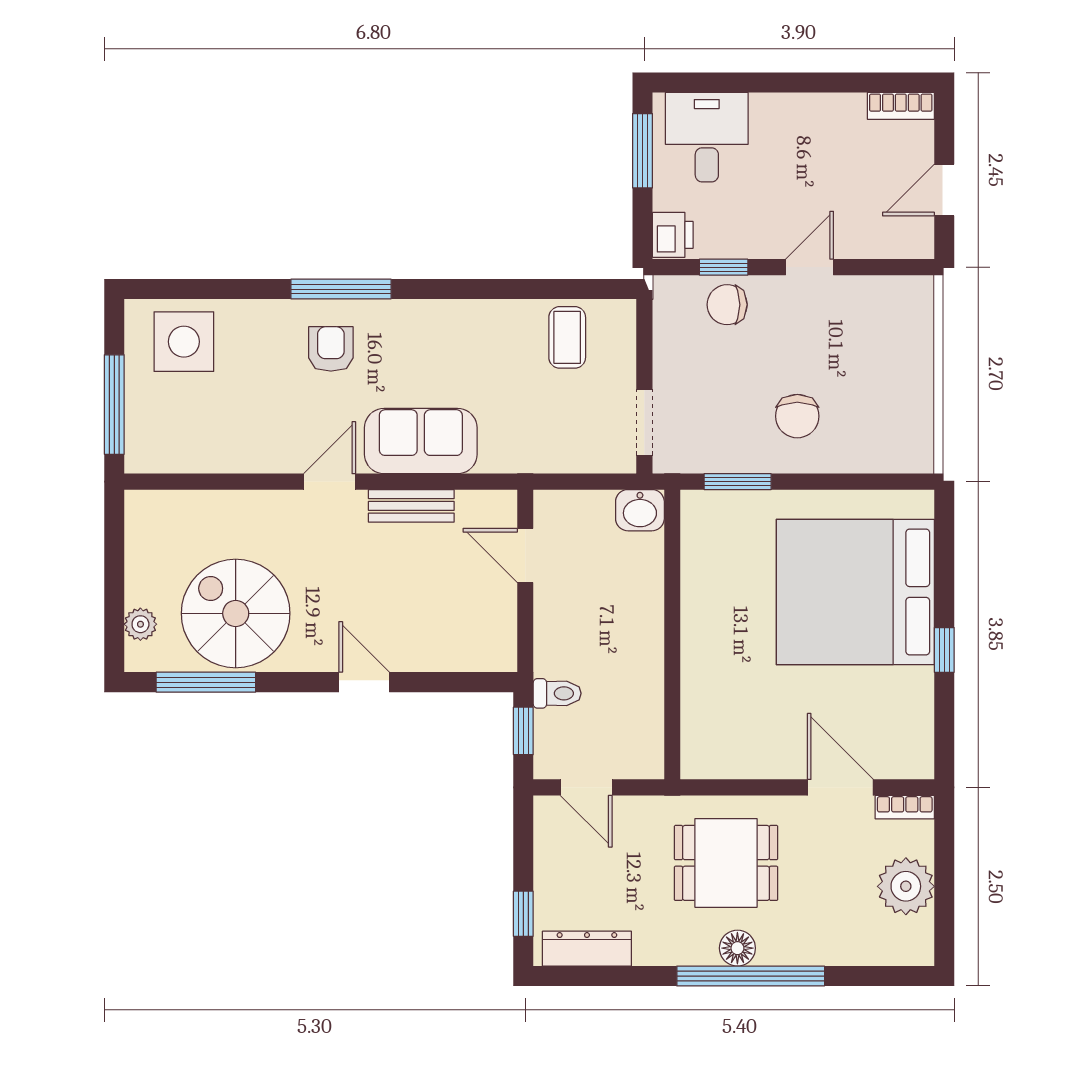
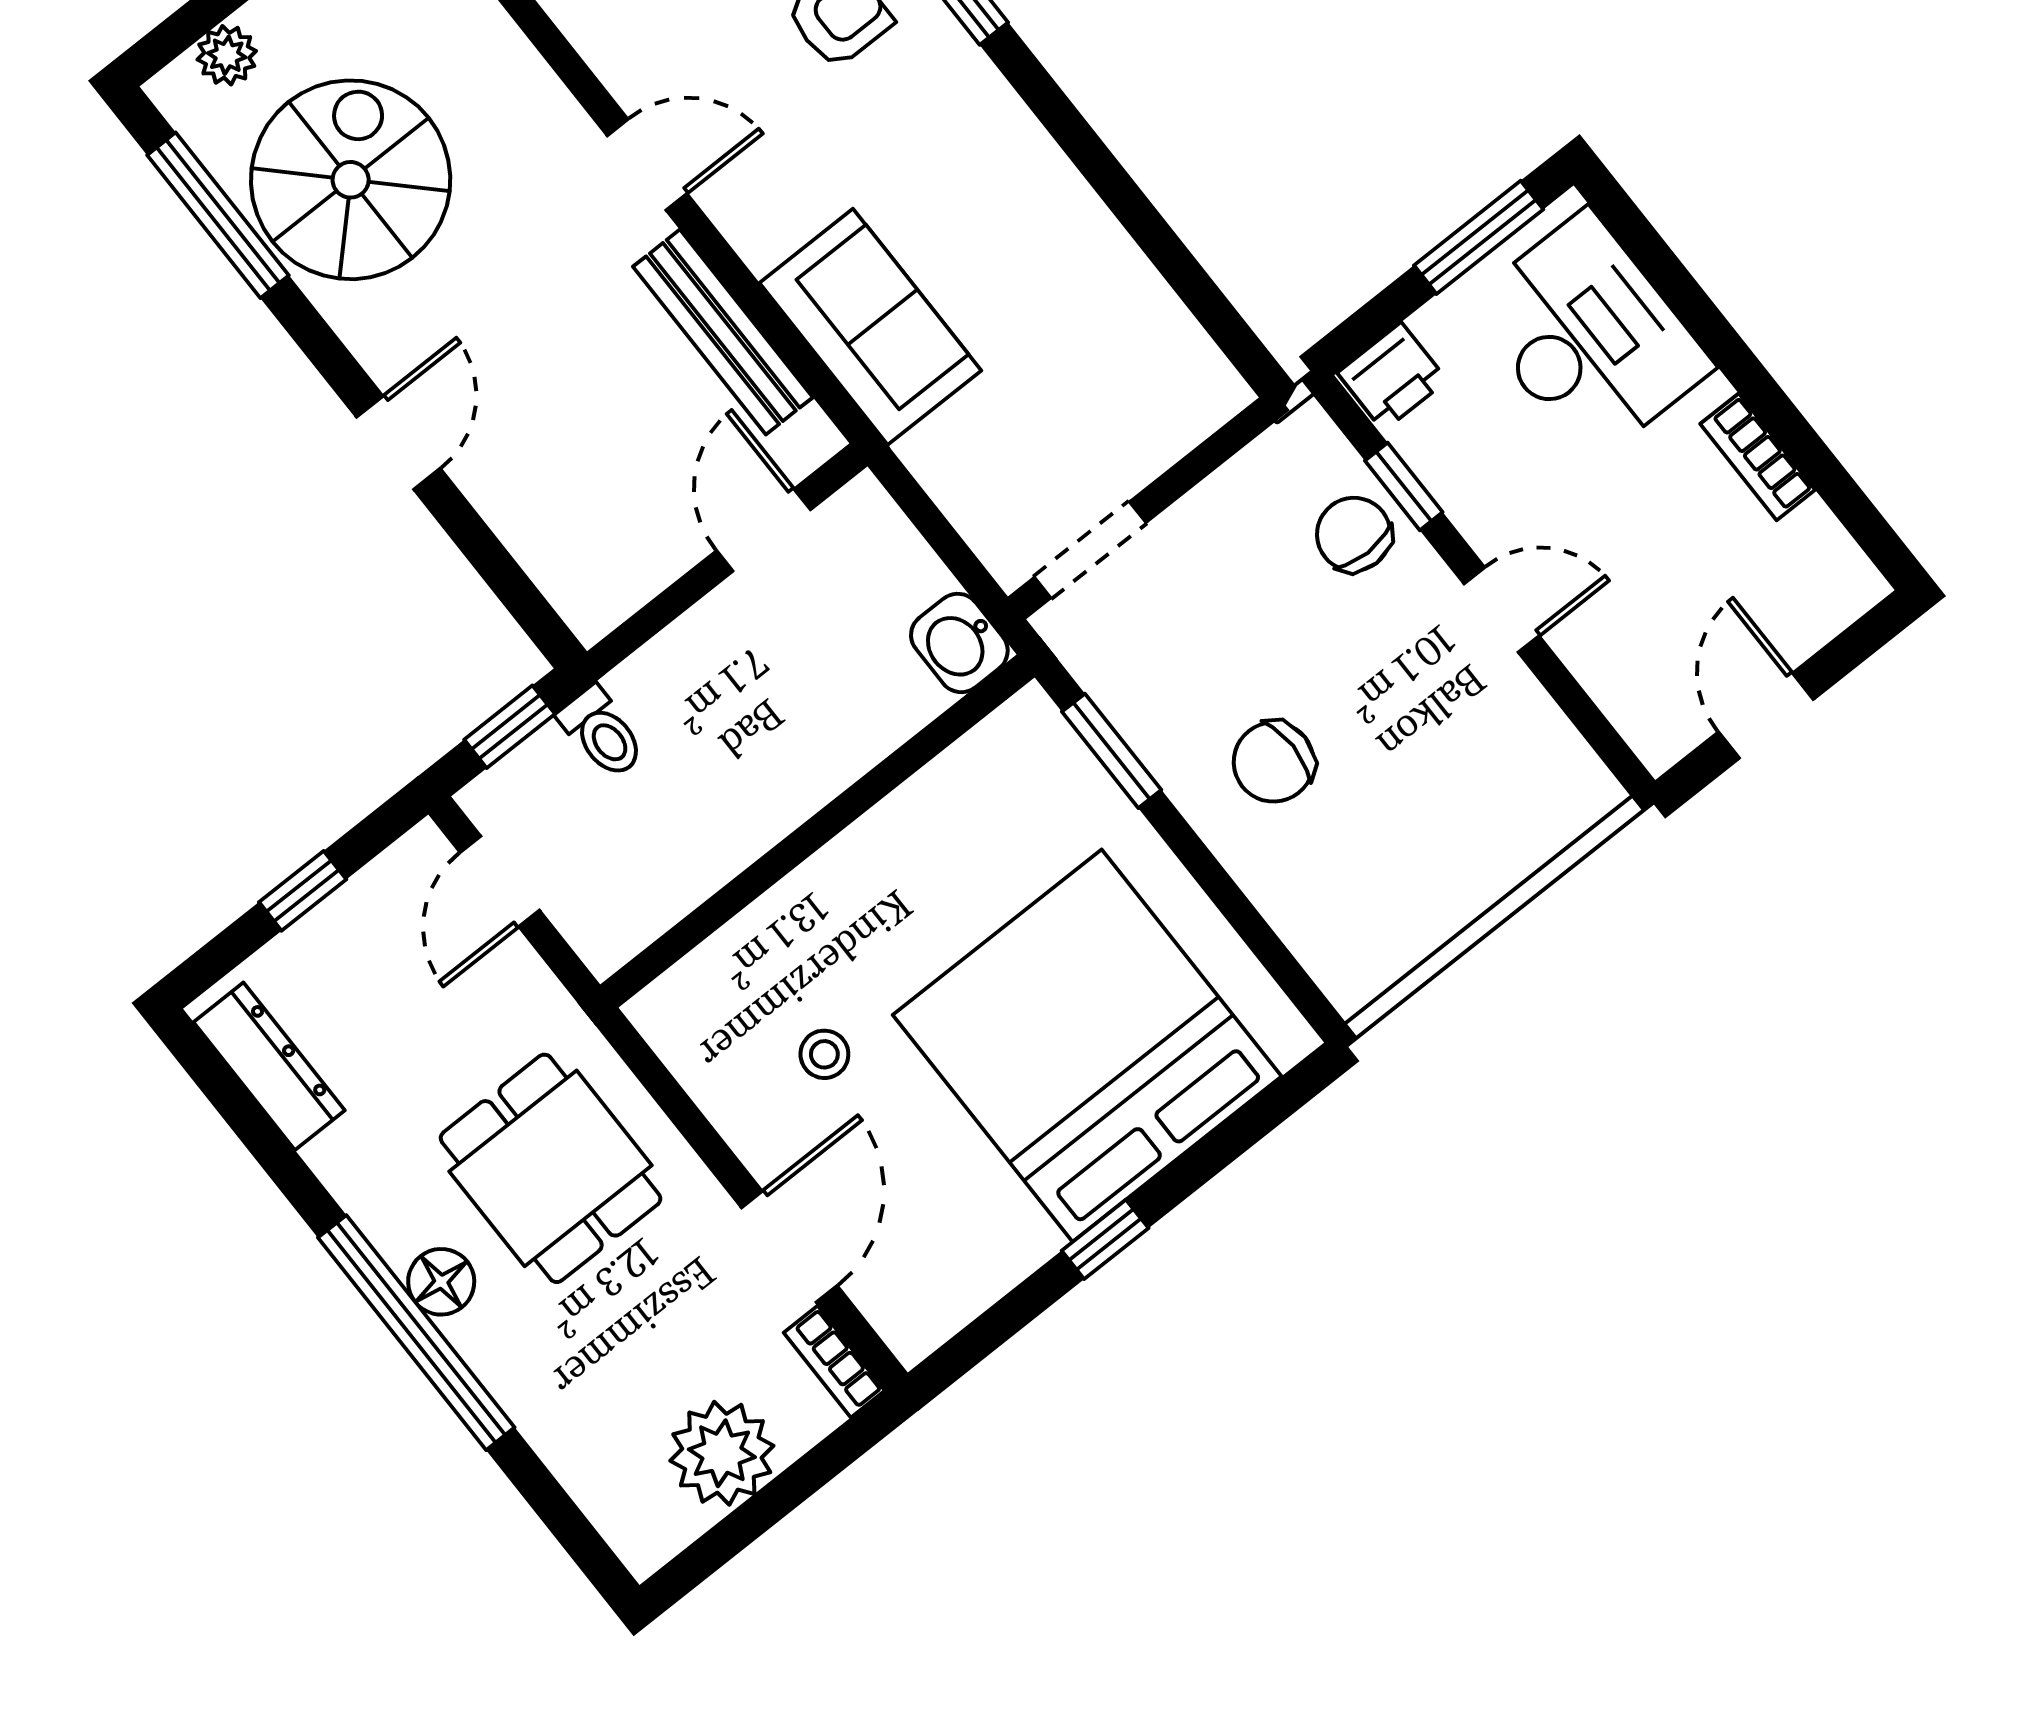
bookcase: (901, 106) -> (1758, 457), moved
desk: (707, 137) -> (1589, 336), width x1.37
door: (944, 190) -> (1766, 716), hinge flipped
coffee table: (567, 337) -> (1125, 342), removed
sofa: (421, 441) -> (870, 327), moved
bench: (411, 506) -> (723, 332), width x1.36
stool: (770, 707) -> (824, 1054), added
window: (523, 914) -> (303, 891), moved

